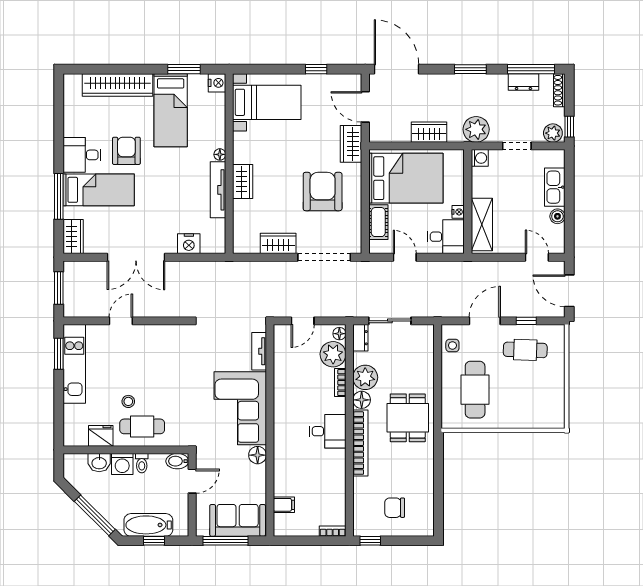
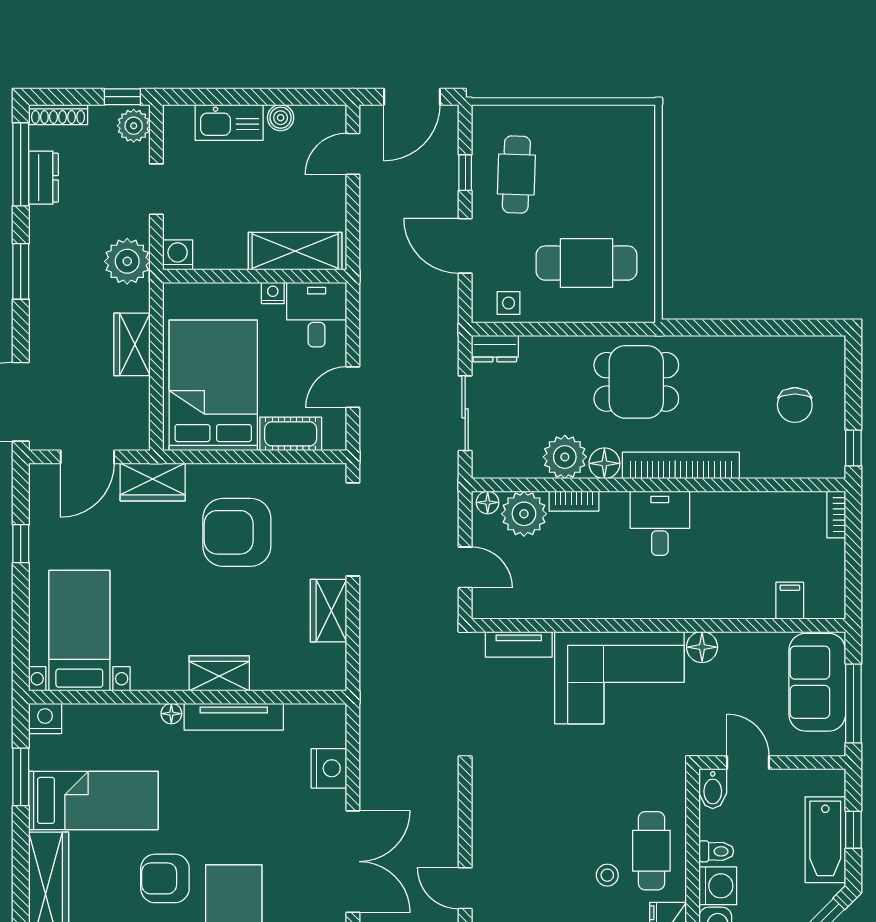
dresser: (360, 338) -> (495, 349), moved, turned 180

